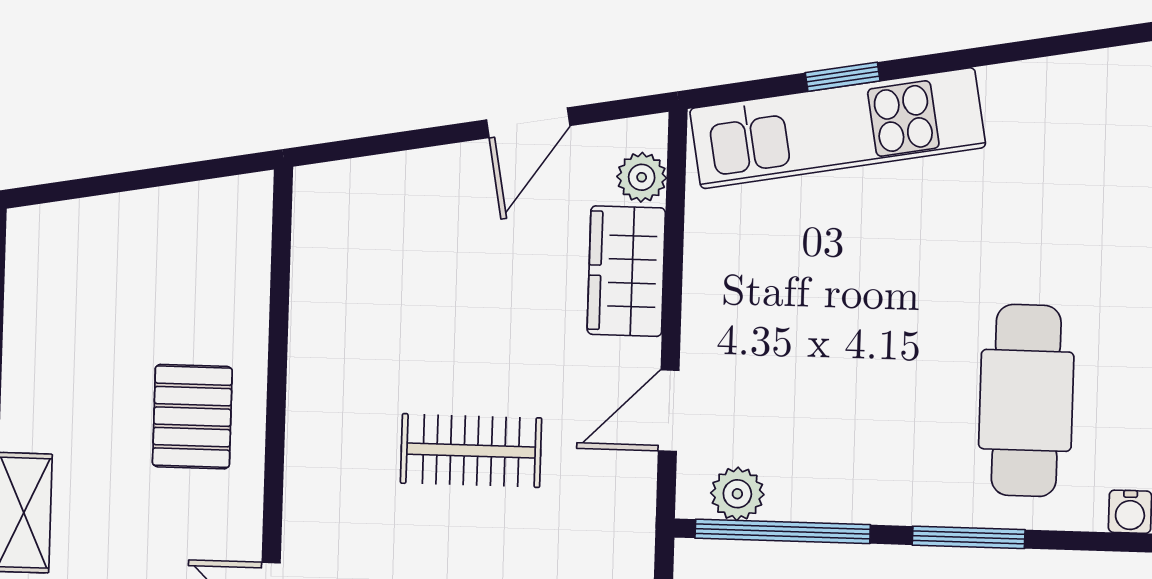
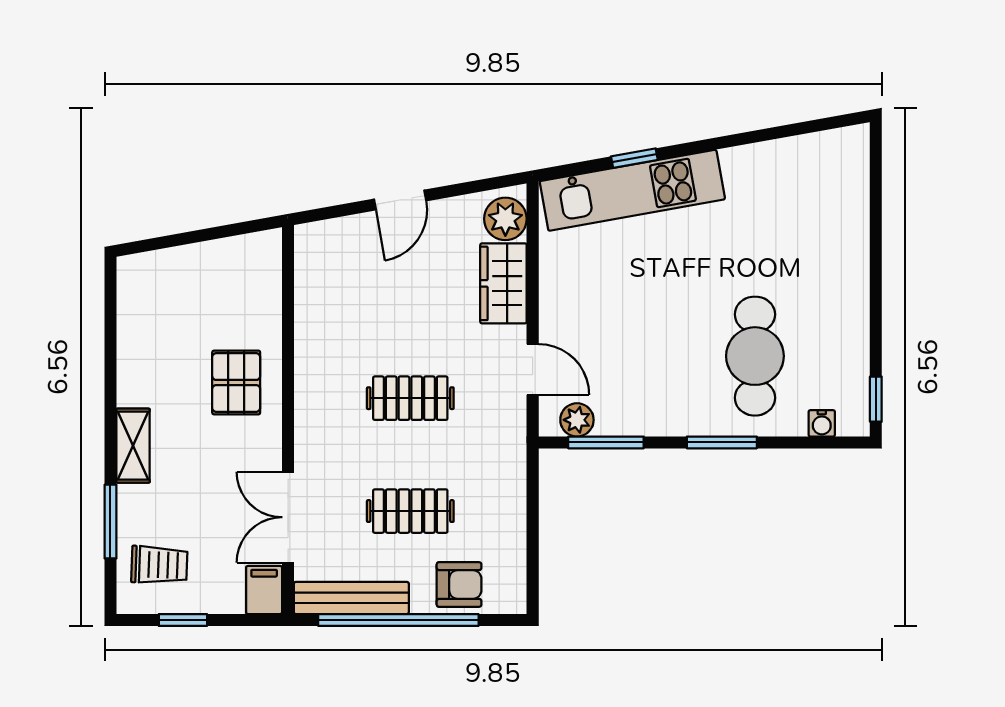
door: (528, 123) -> (400, 200), moved
plant: (642, 177) -> (505, 219), width x1.38, depth x1.38
door: (669, 411) -> (533, 369), swing flipped
window: (783, 531) -> (606, 442), width x0.69

